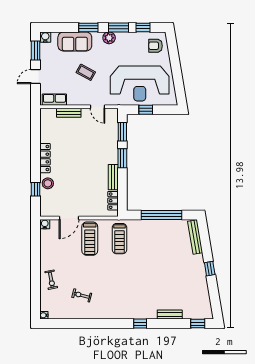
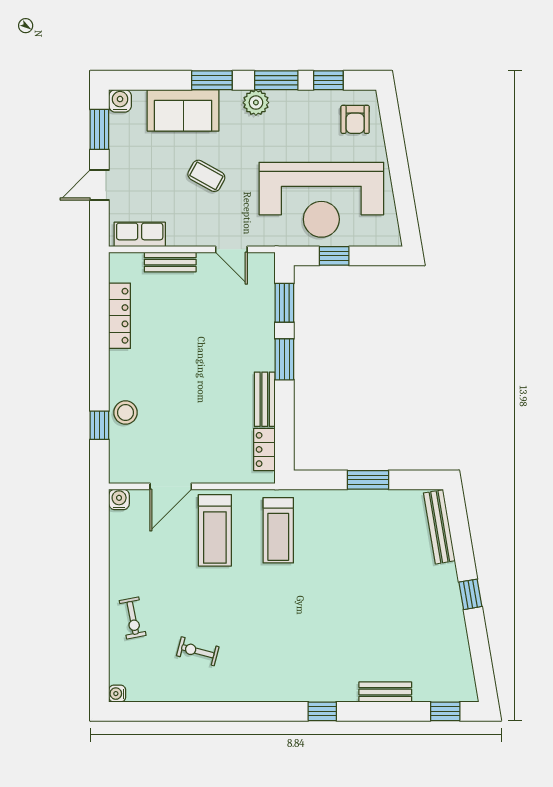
armchair: (156, 46) -> (355, 119), turned -90
locker: (45, 158) -> (120, 316), moved
window: (162, 215) -> (368, 480), width x0.47

